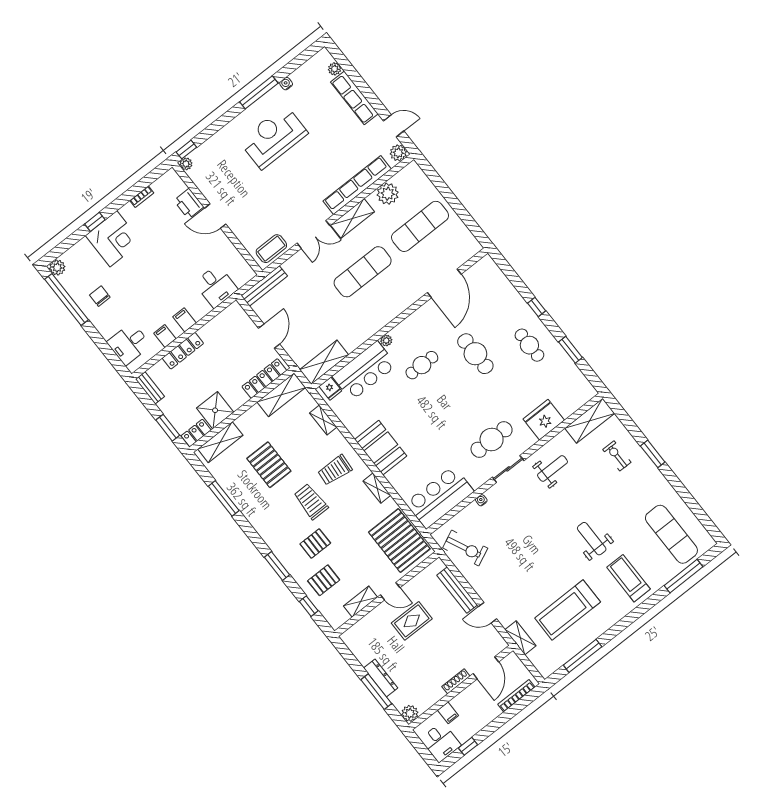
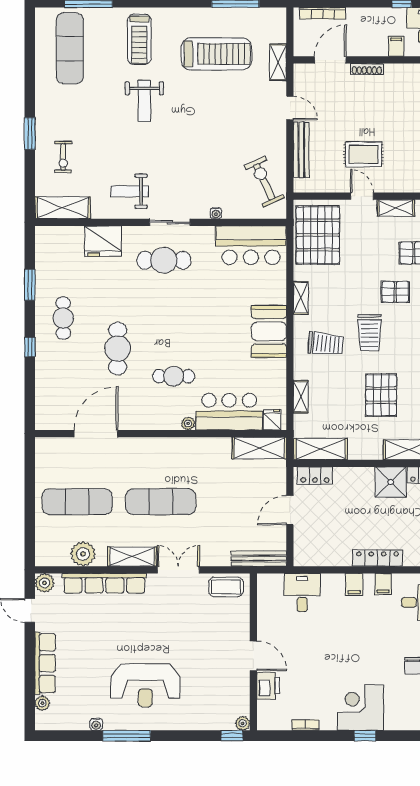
locker: (264, 378) -> (315, 476), width x0.66

